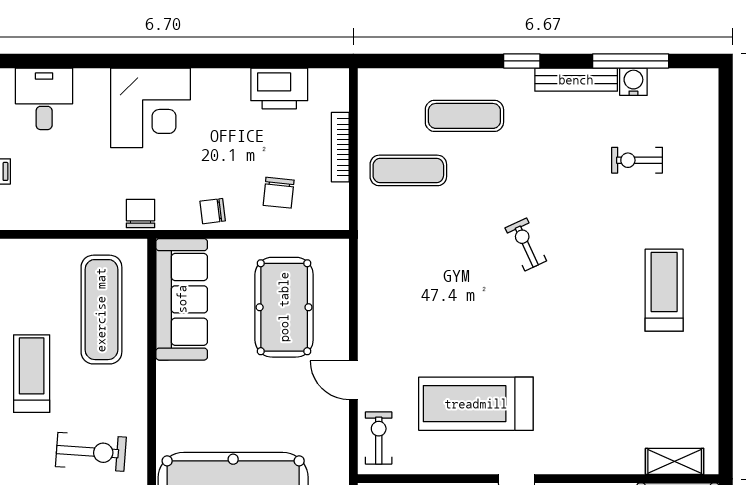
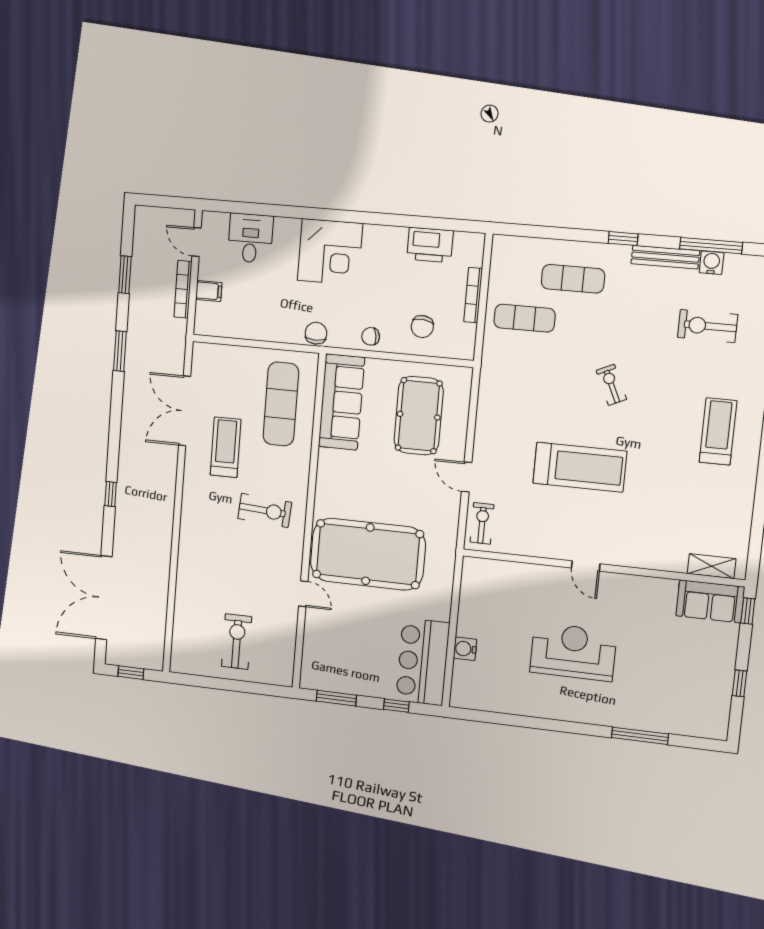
exercise bike: (637, 160) -> (708, 326), width x1.38, depth x1.39
treadmill: (476, 404) -> (580, 467), moved, turned 180

